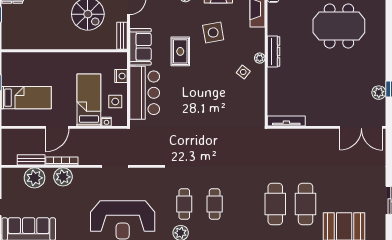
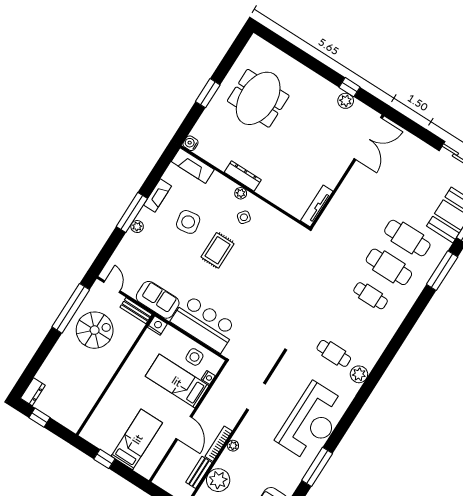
rug: (180, 51) -> (218, 250), moved, turned 90
nightstand: (121, 76) -> (157, 326), moved
plant: (63, 177) -> (233, 446), width x0.53, depth x0.53
cafe table: (215, 204) -> (371, 296), moved

